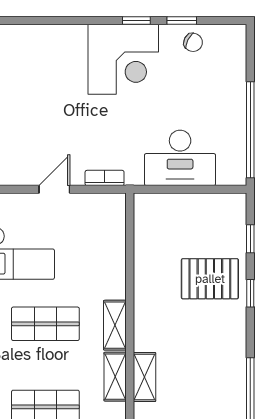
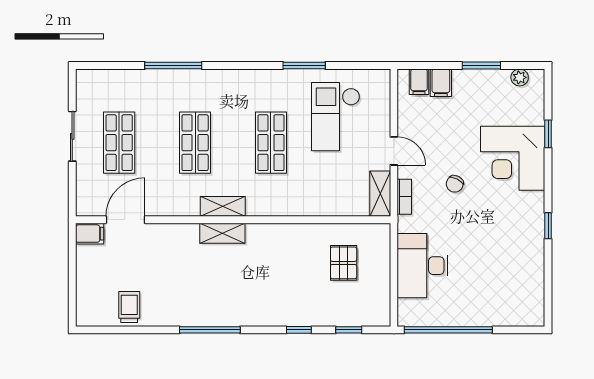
window: (182, 21) -> (548, 134), moved
chair: (193, 42) -> (455, 184), moved
corner desk: (123, 59) -> (513, 158), moved
pallet: (210, 279) -> (344, 263), moved, width x0.67, depth x0.71
shelving: (115, 325) -> (380, 194), moved, turned 90

